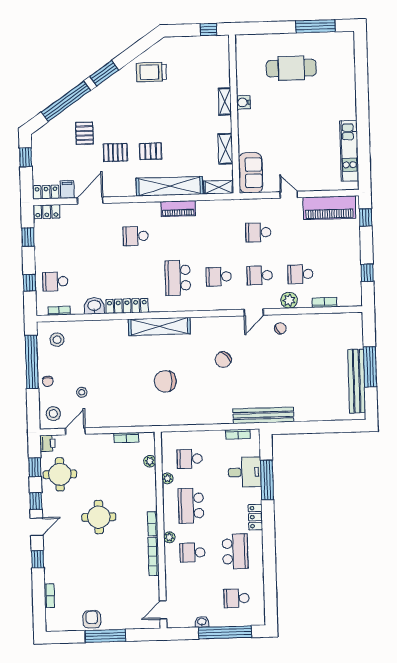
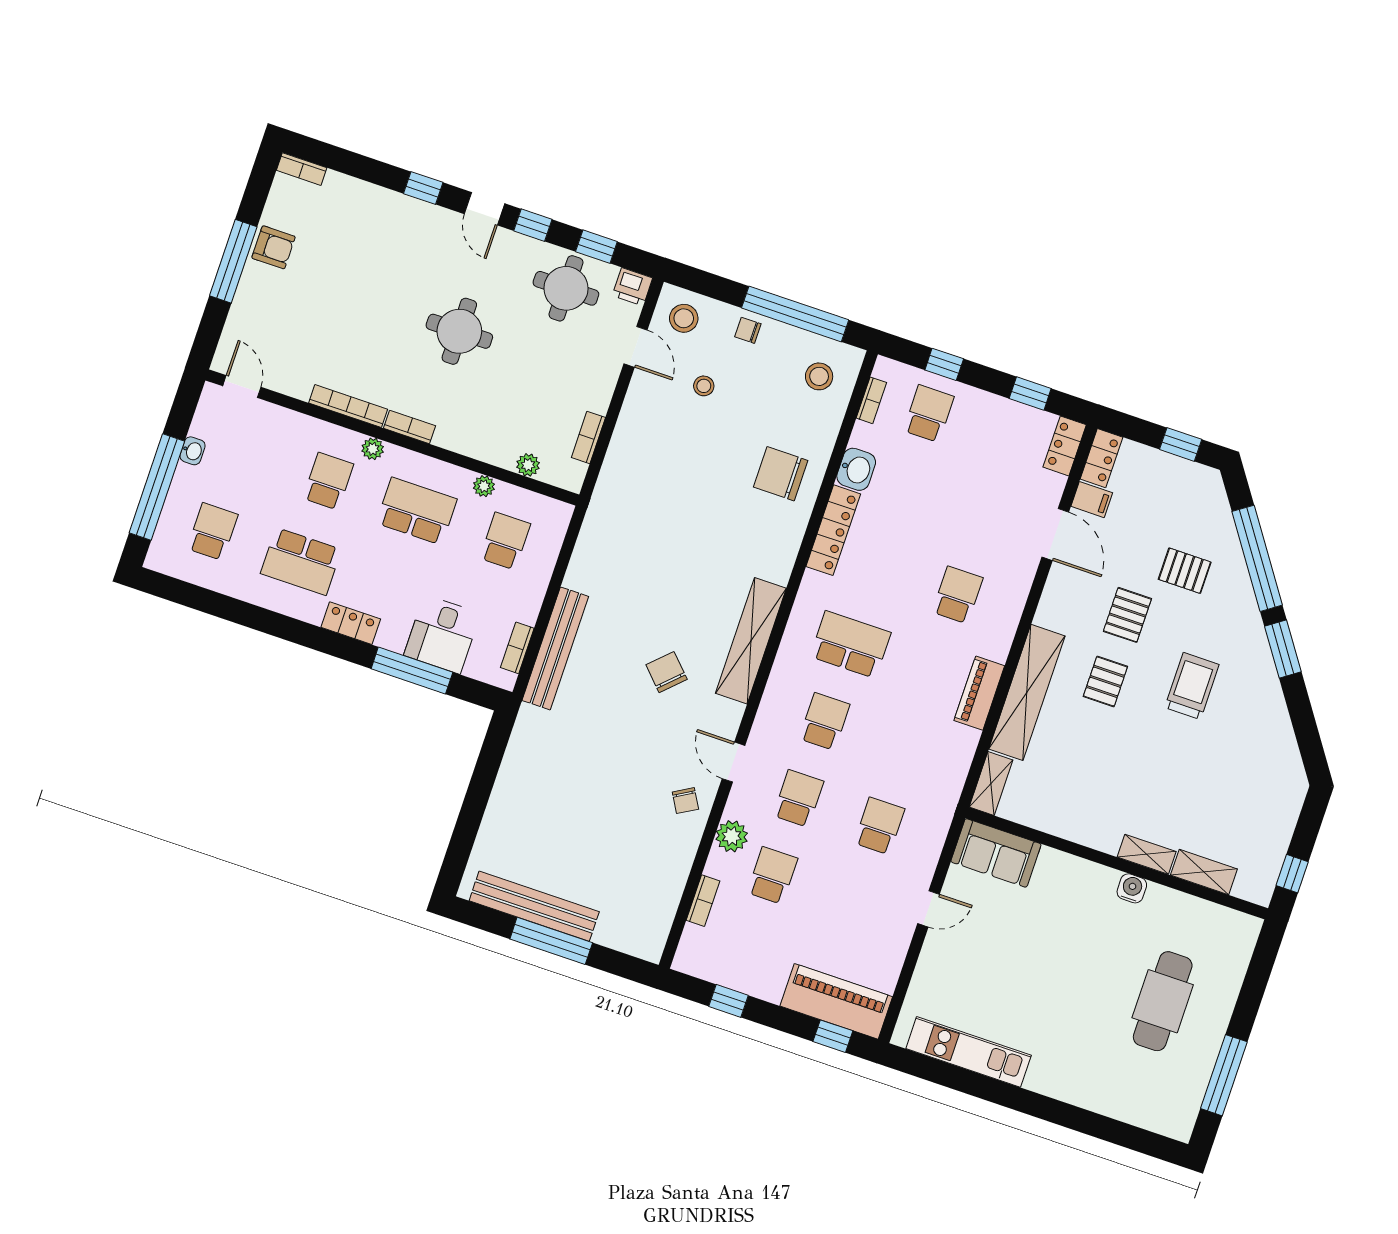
trolley: (151, 72) -> (1192, 686), moved
shelving: (225, 149) -> (1204, 872), moved
piano: (329, 208) -> (836, 1001), moved, turned 90
shelving: (159, 326) -> (751, 641), moved
chair: (165, 381) -> (781, 474), moved, turned -90
bench: (263, 415) -> (555, 648), moved
bookcase: (49, 596) -> (302, 169), moved

